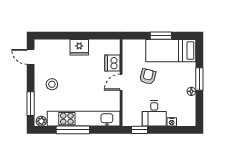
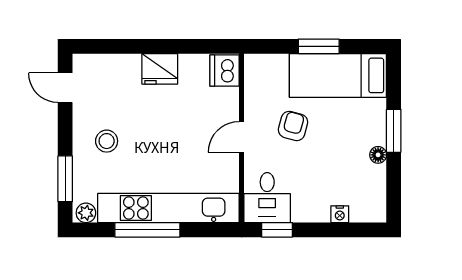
dishwasher: (112, 63) -> (225, 71), moved
desk: (154, 113) -> (267, 198), moved

